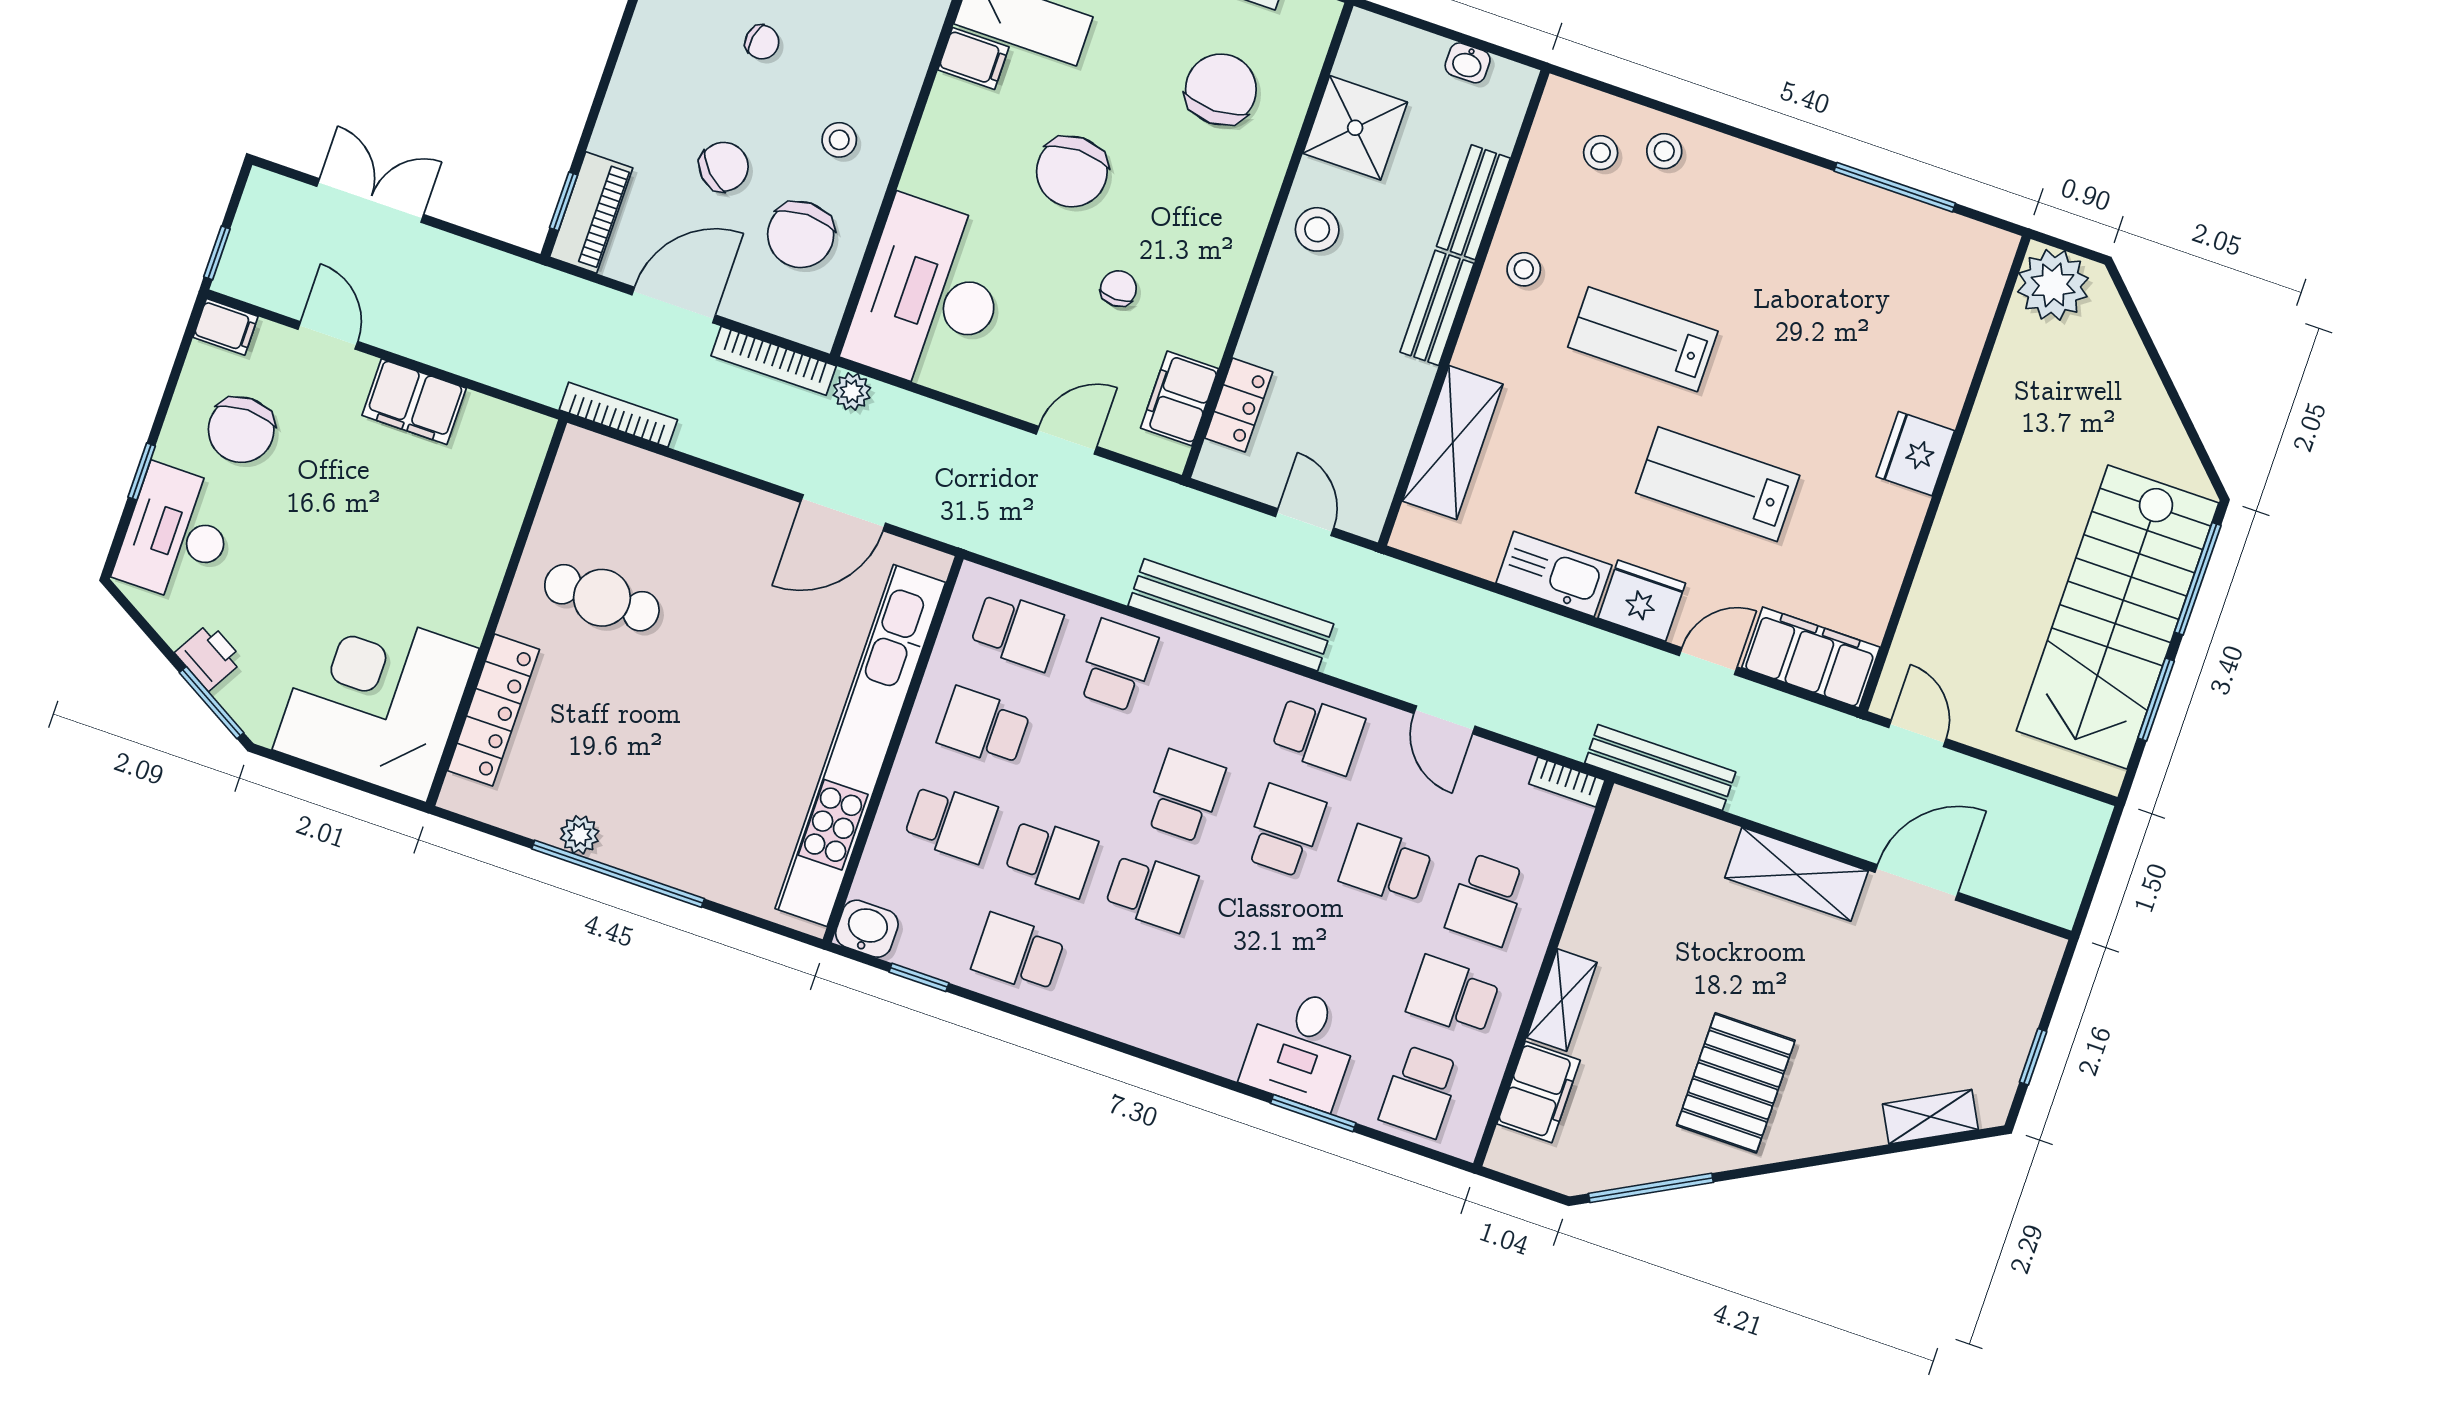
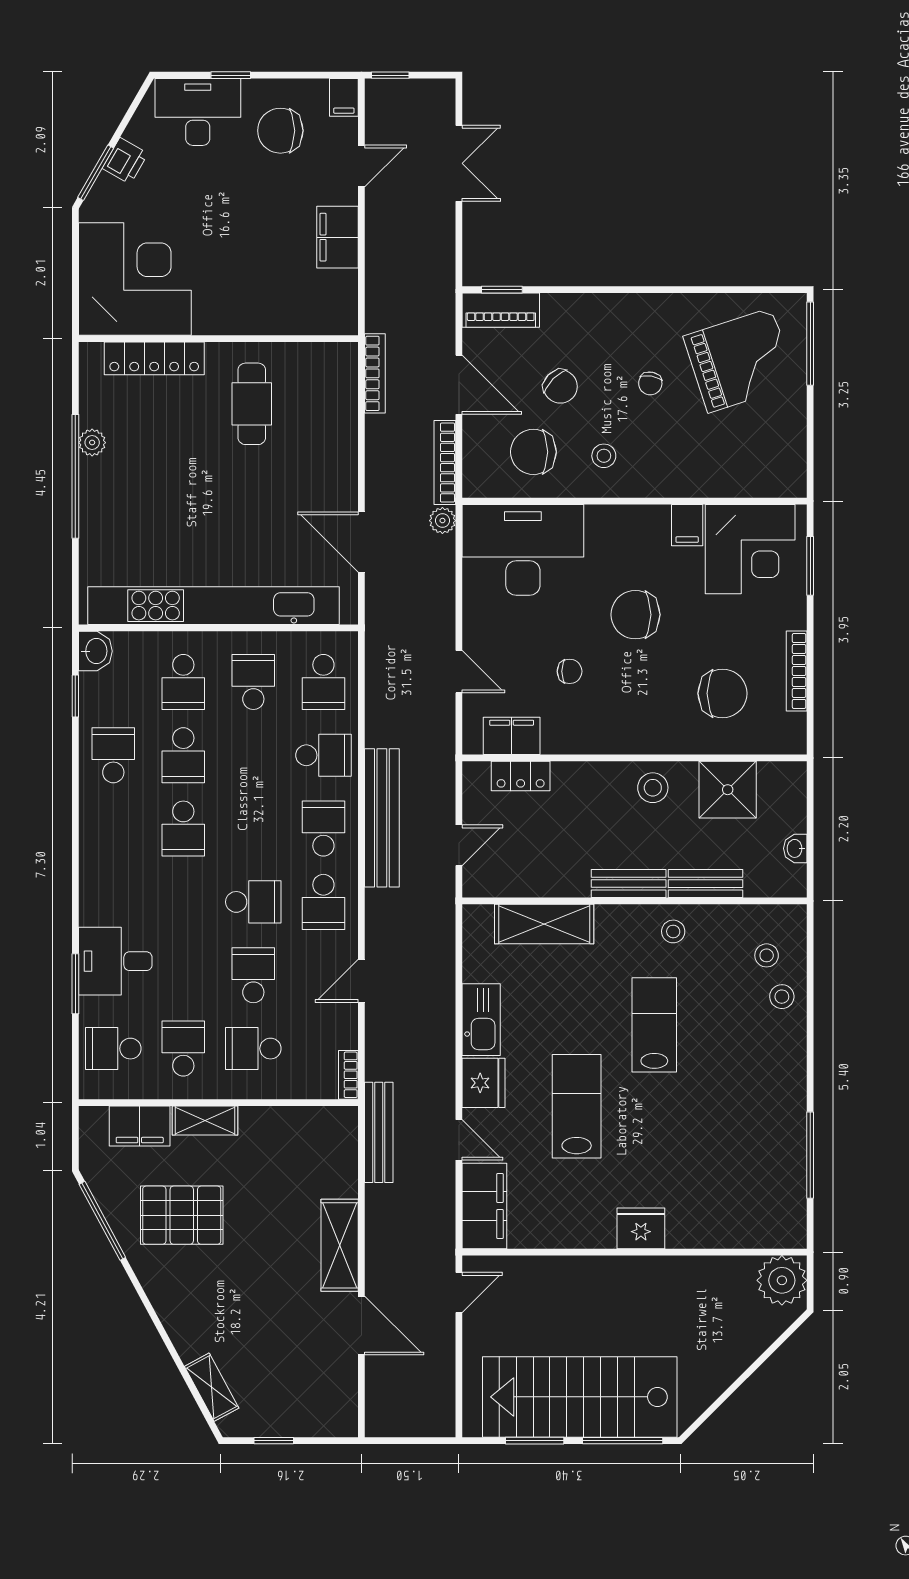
school desk: (1185, 796) -> (323, 829), moved, turned -90
pallet: (1736, 1083) -> (182, 1215), moved

